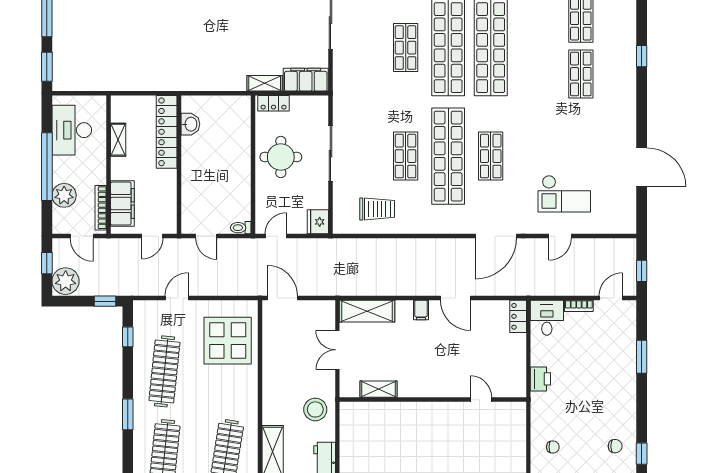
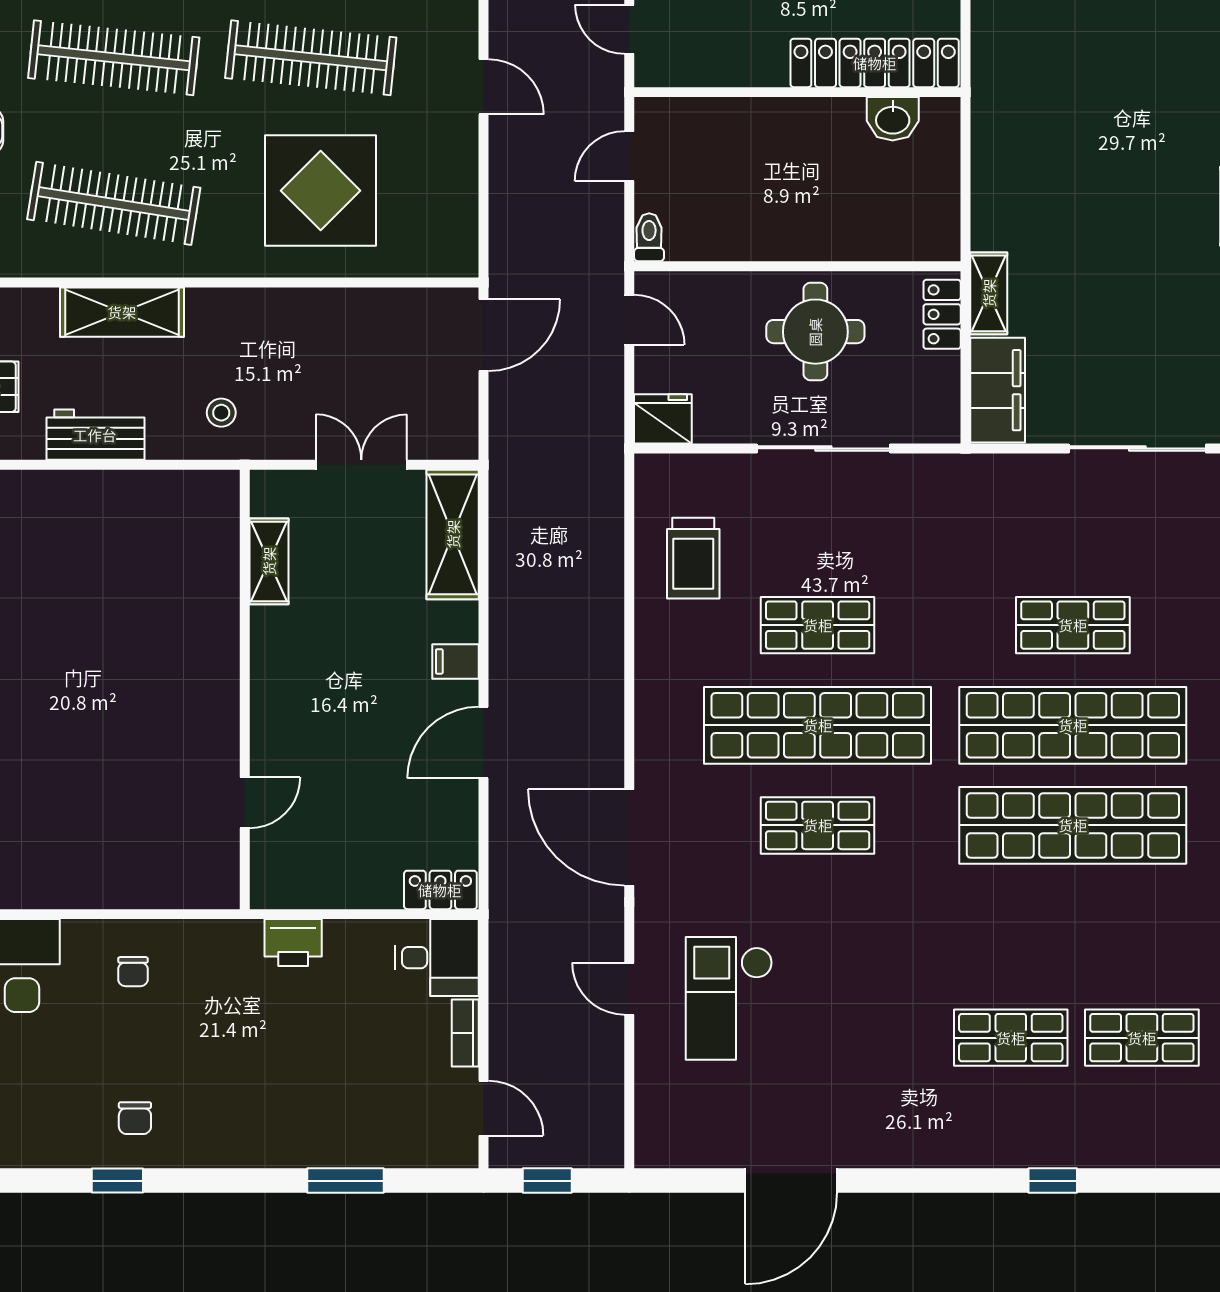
display table: (228, 341) -> (321, 191), moved
stool: (315, 409) -> (221, 413), width x0.53, depth x0.53

